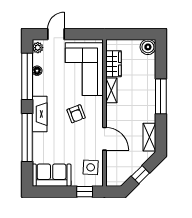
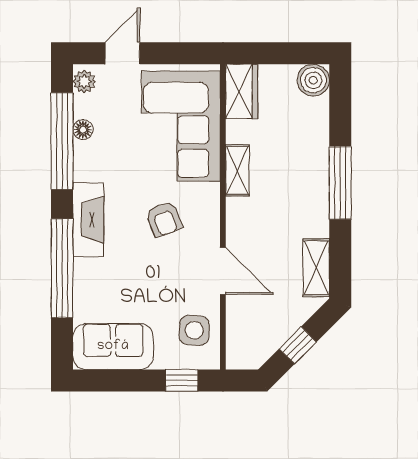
wardrobe: (113, 64) -> (242, 92), moved

